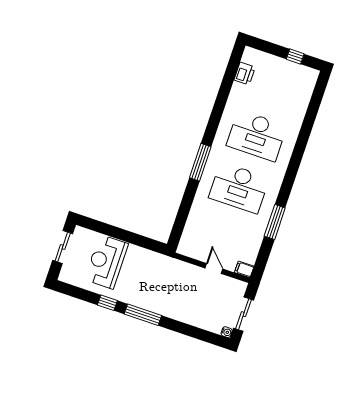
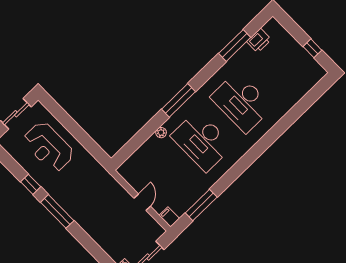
window: (225, 89) -> (235, 45), added
plant: (199, 199) -> (161, 133), added
window: (275, 222) -> (201, 205), moved
reception desk: (106, 262) -> (48, 147), turned -90

